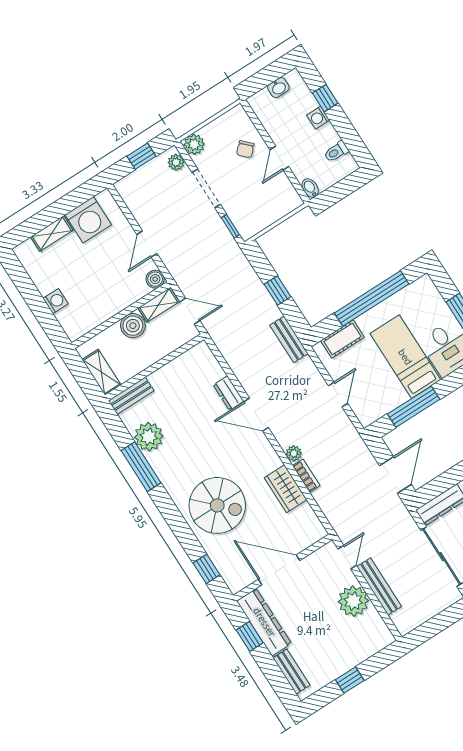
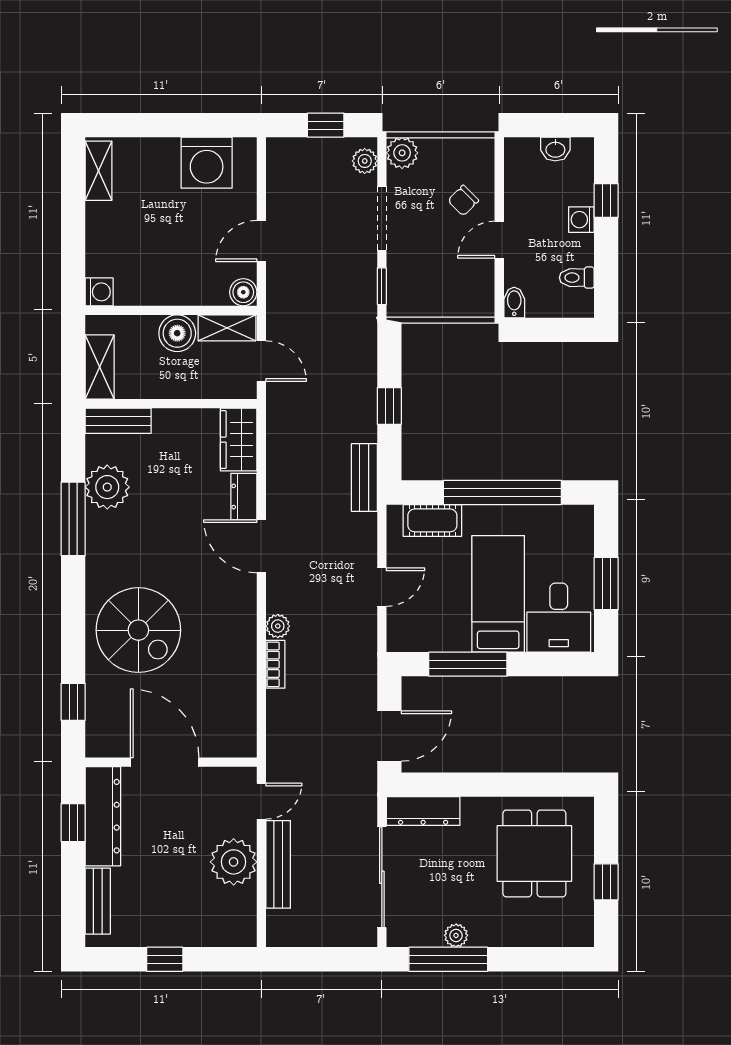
shelving: (52, 234) -> (99, 171), moved, turned 90
washing machine: (56, 301) -> (99, 292), moved
wardrobe: (286, 489) -> (239, 440), moved

